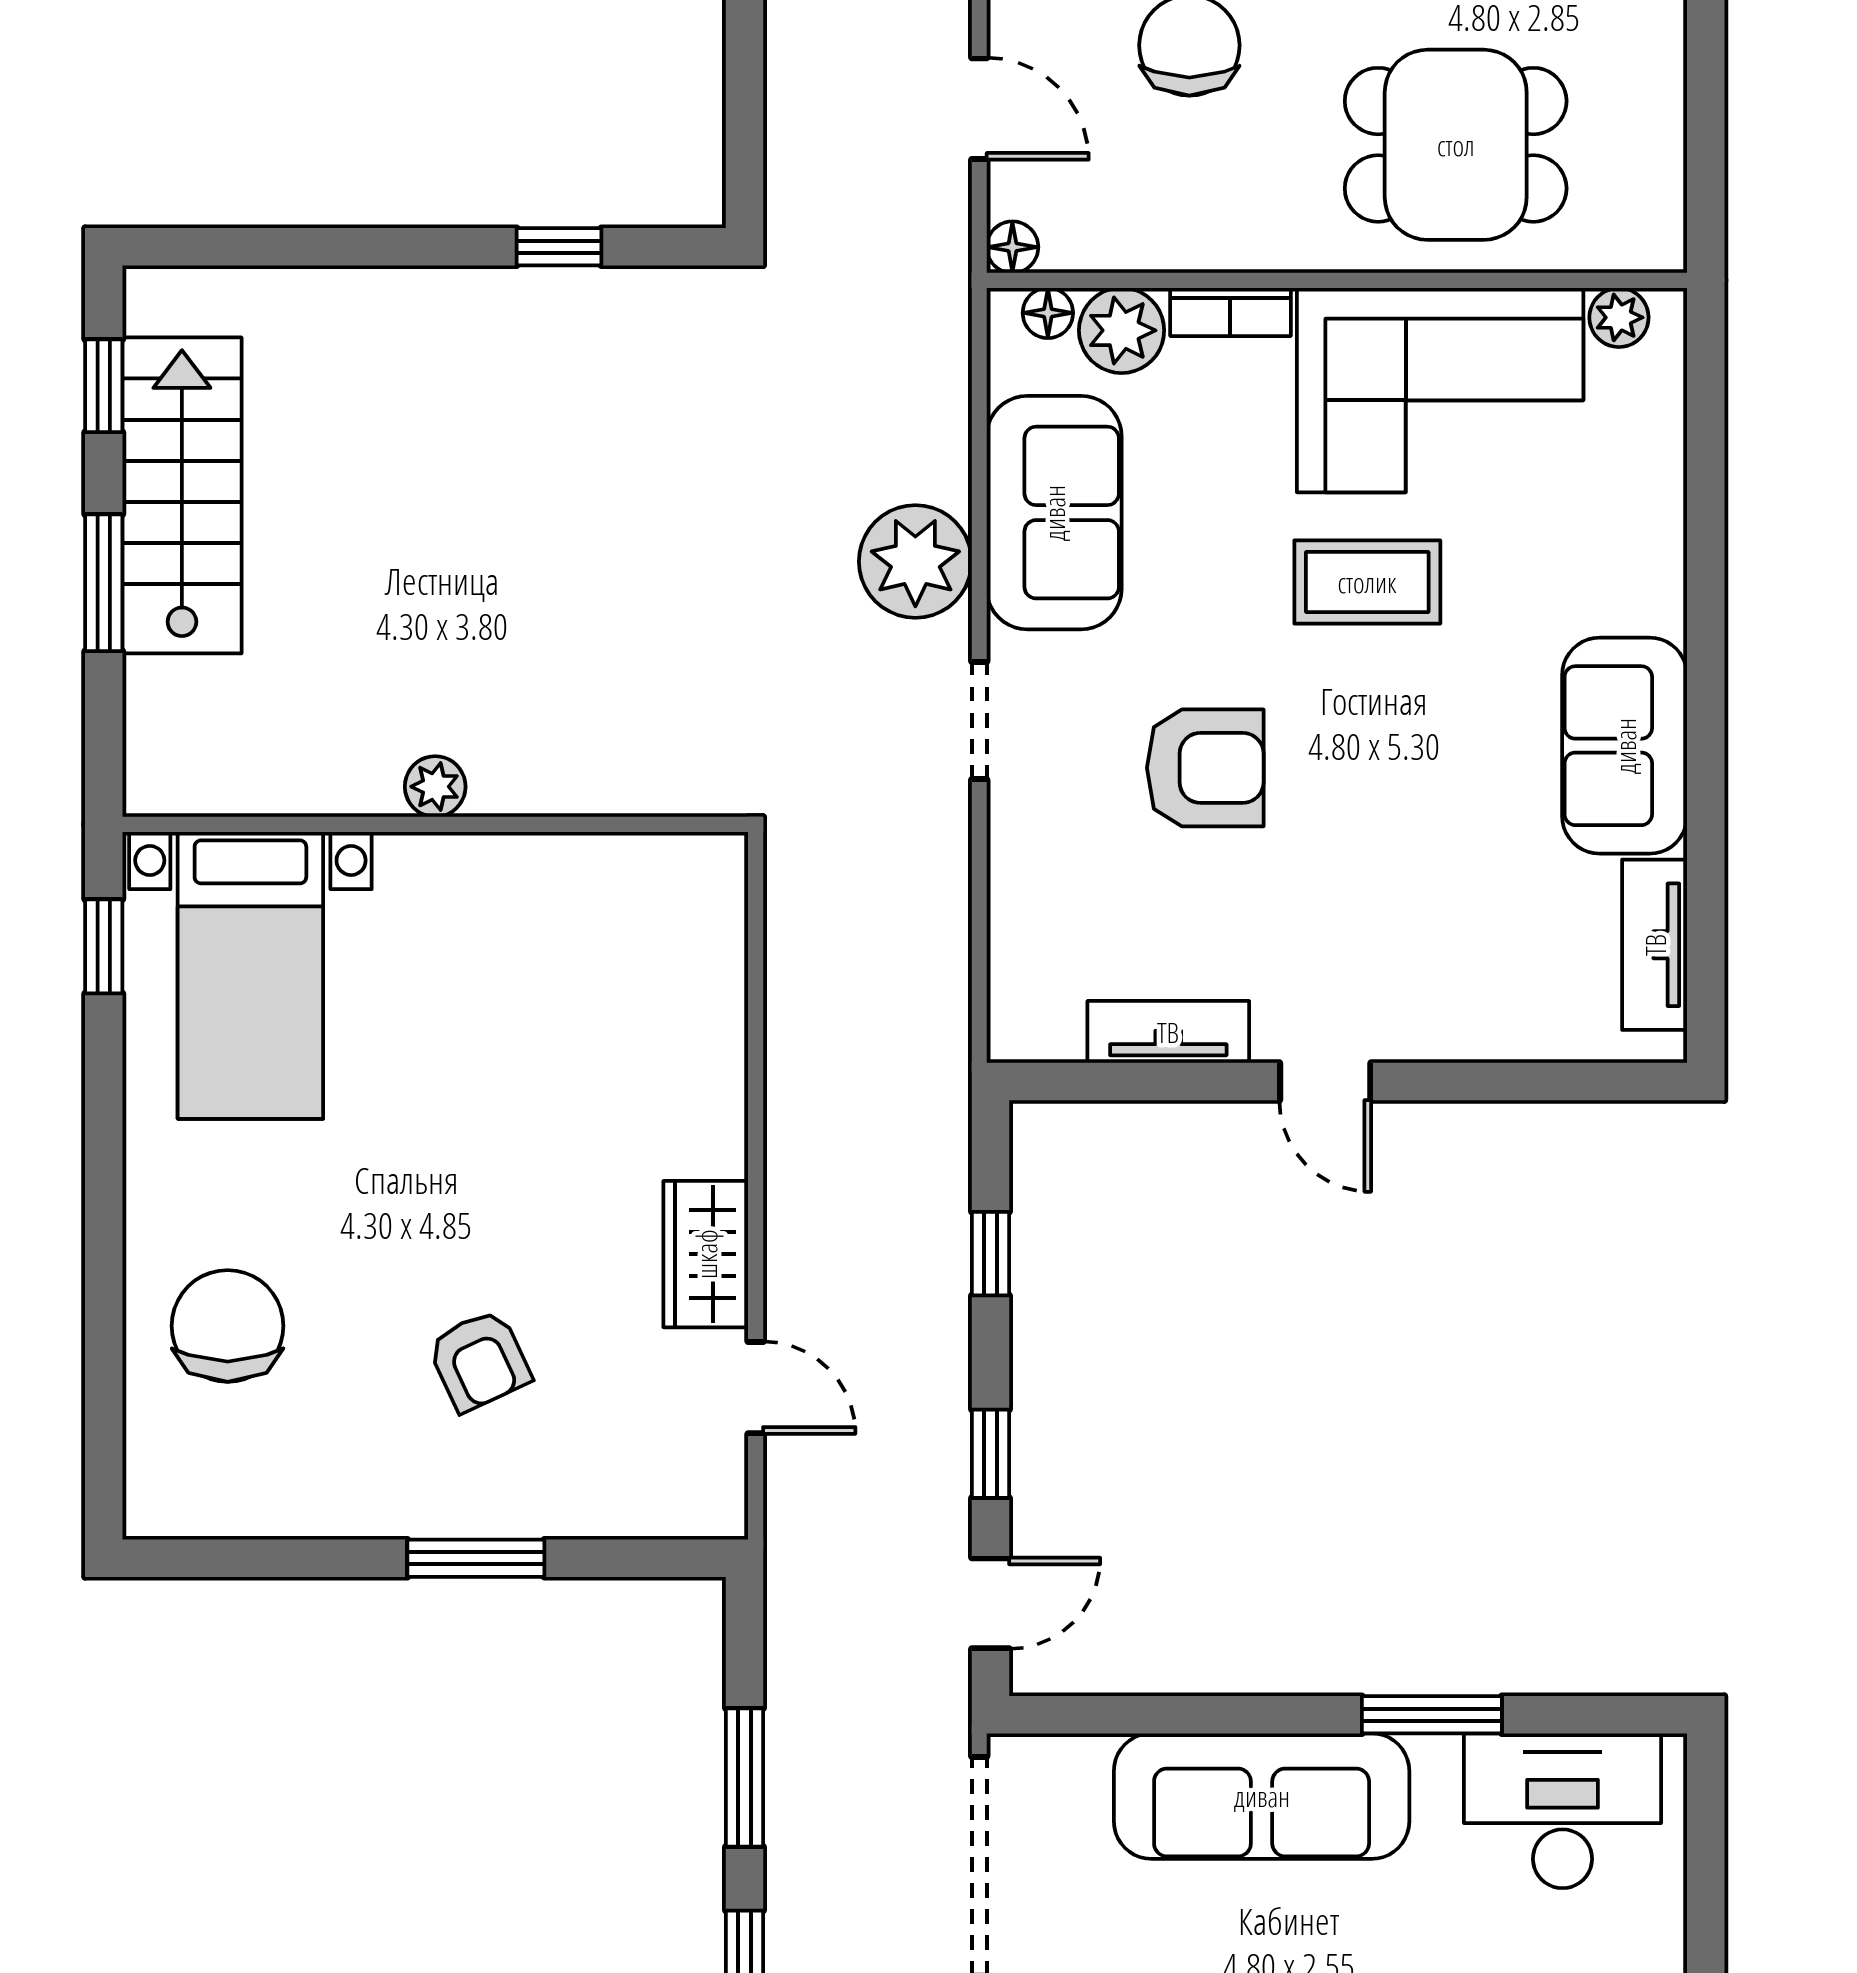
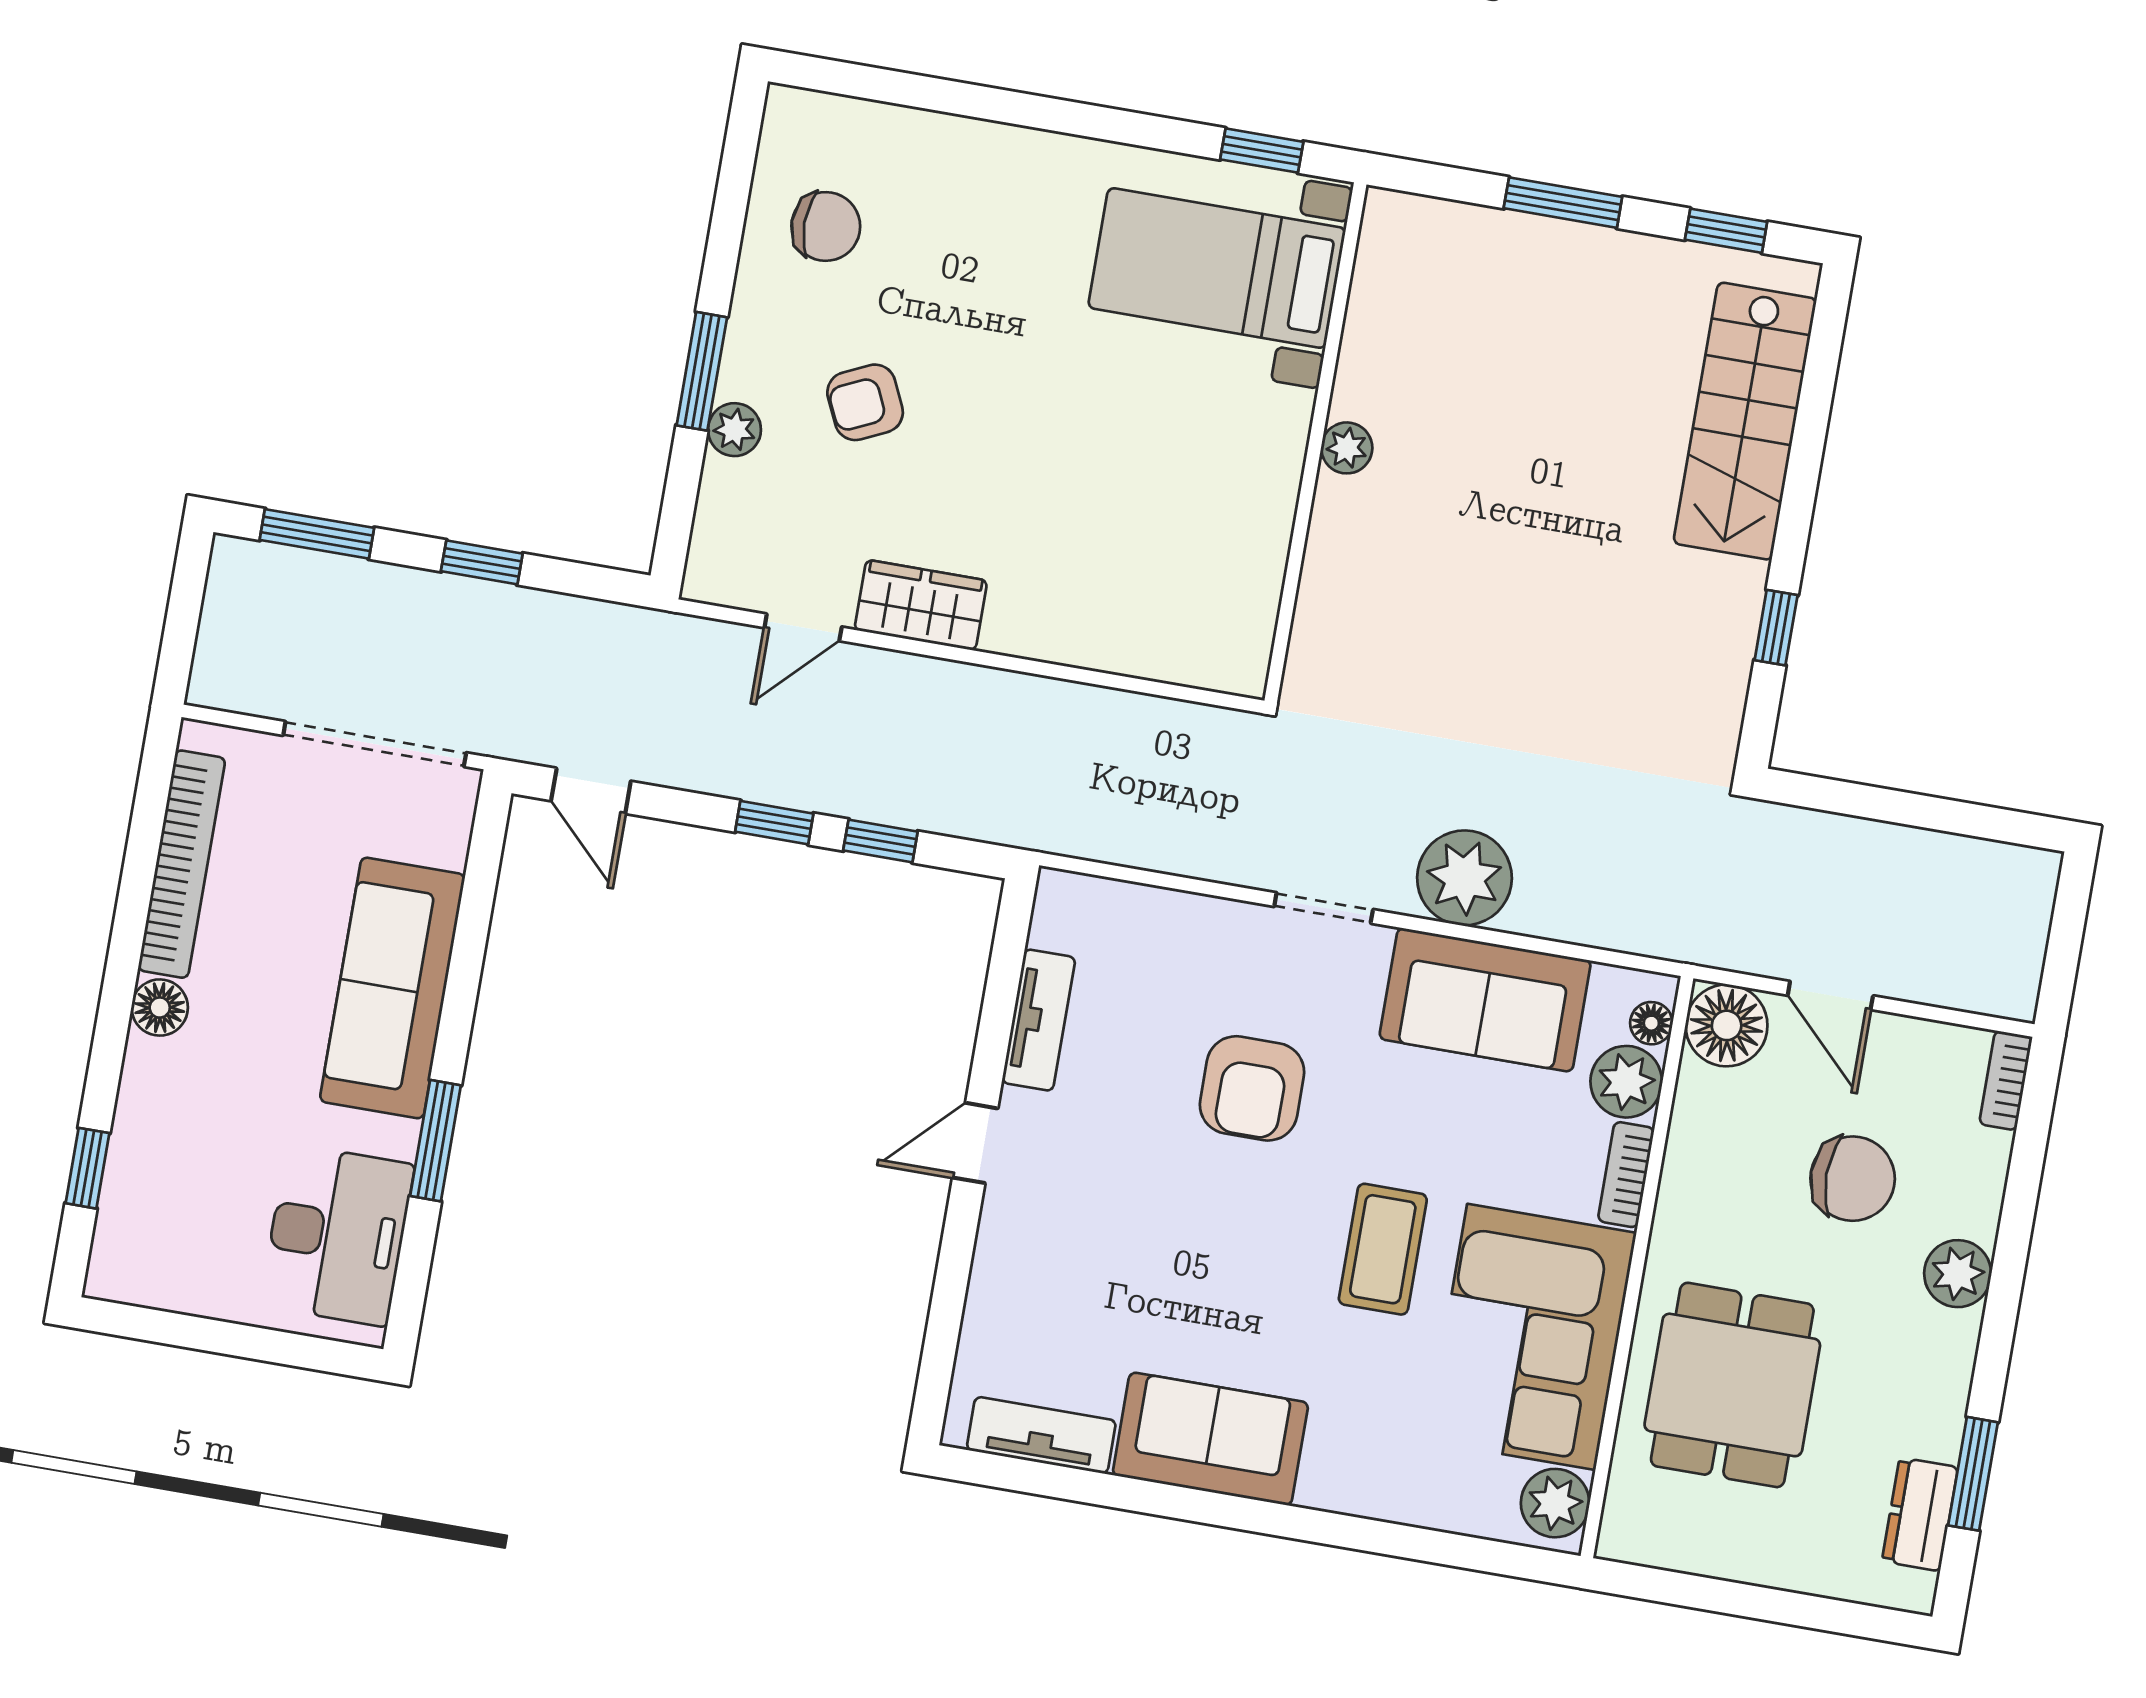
door: (979, 109) -> (1830, 996), hinge flipped
floor lamp: (1012, 247) -> (1727, 1025), width x1.89, depth x1.89
plant: (1619, 317) -> (1555, 1503), width x1.38, depth x1.38
stairs: (182, 495) -> (1745, 421), moved, turned 90
chair: (228, 1326) -> (826, 226), moved, width x0.73, depth x0.73
window: (990, 1454) -> (774, 823), moved
plant: (538, 1508) -> (734, 430), added
window: (744, 1777) -> (482, 562), width x0.67

